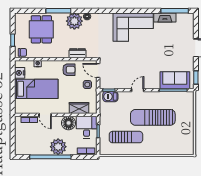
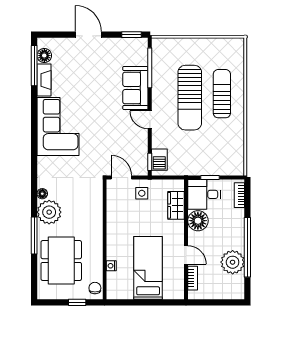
floor lamp: (182, 18) -> (44, 56), added
dining table: (41, 29) -> (61, 261), width x1.38
dresser: (78, 53) -> (96, 208), removed
armchair: (69, 70) -> (120, 220), removed
door: (98, 71) -> (121, 178), swing flipped
nightstand: (20, 73) -> (125, 292), removed
sofa: (175, 80) -> (135, 88), moved
door: (45, 115) -> (186, 255), hinge flipped
sun lounger: (126, 137) -> (222, 94), moved
plant: (58, 147) -> (233, 262), moved

